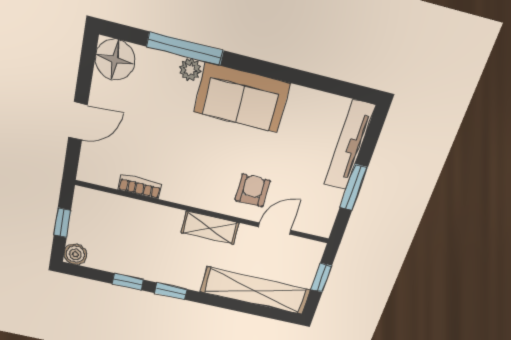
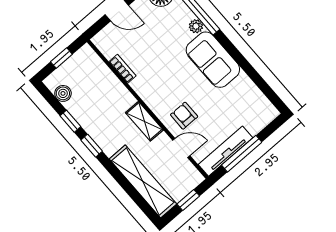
tv unit: (349, 146) -> (225, 151), moved
window: (354, 187) -> (242, 154), width x1.44
armchair: (253, 190) -> (184, 116), turned -90
boiler: (75, 254) -> (63, 93), moved

